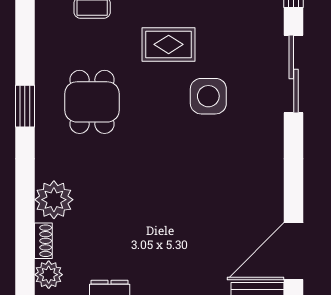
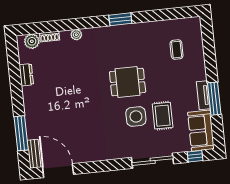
rug: (169, 44) -> (163, 116), moved
dining table: (92, 102) -> (128, 82), moved
plant: (54, 200) -> (76, 35), width x0.53, depth x0.53

